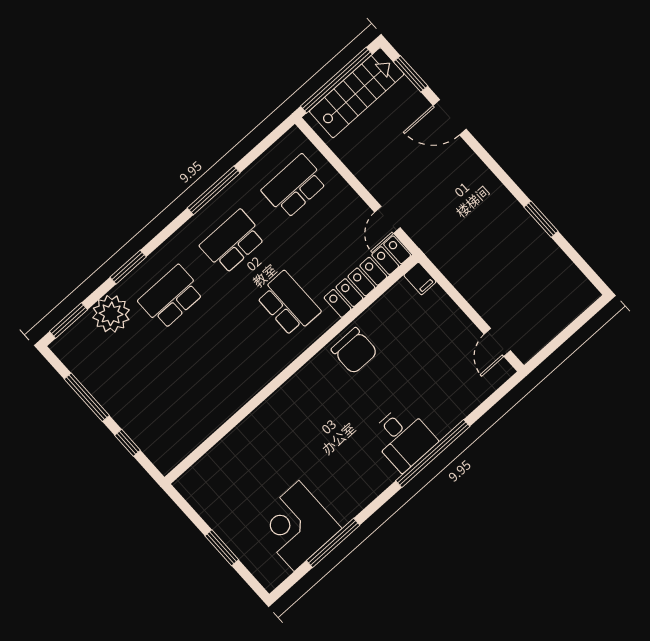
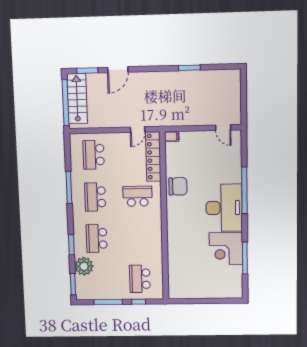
door: (387, 220) -> (138, 130), hinge flipped
school desk: (165, 414) -> (140, 279), added
desk: (403, 438) -> (224, 208), width x1.87, depth x1.30
corner desk: (297, 526) -> (226, 249), moved
window: (222, 548) -> (209, 301), removed

